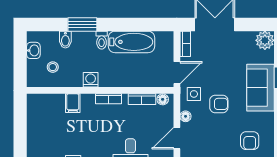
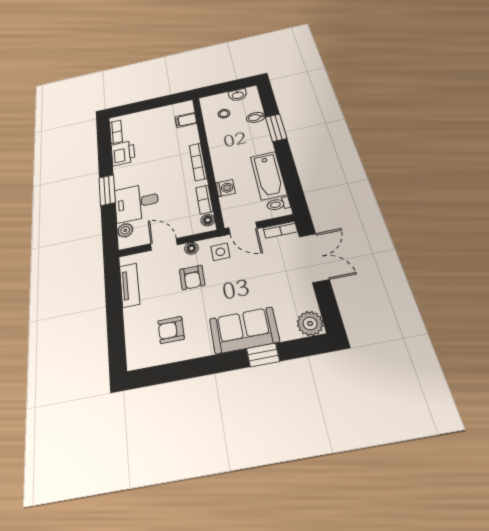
toilet: (102, 40) -> (278, 204), moved
washing machine: (91, 80) -> (225, 188), moved
bookcase: (108, 99) -> (198, 162), width x1.56
filing cabinet: (73, 103) -> (186, 120), moved
armchair: (219, 104) -> (192, 277), moved

